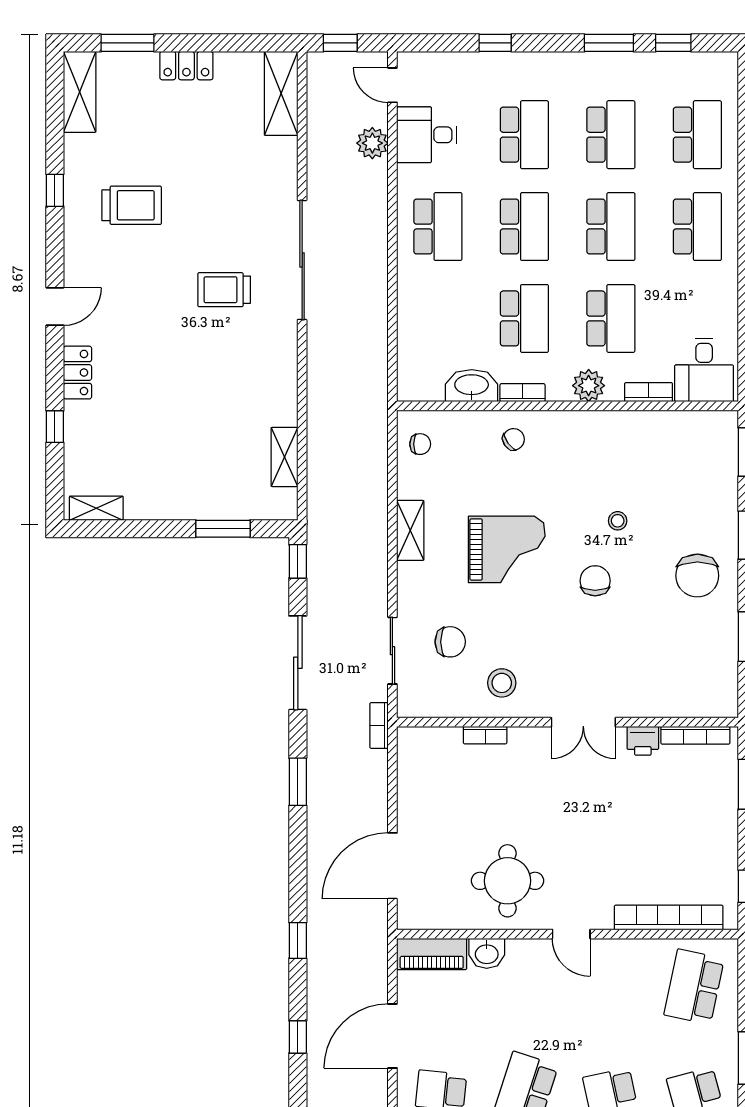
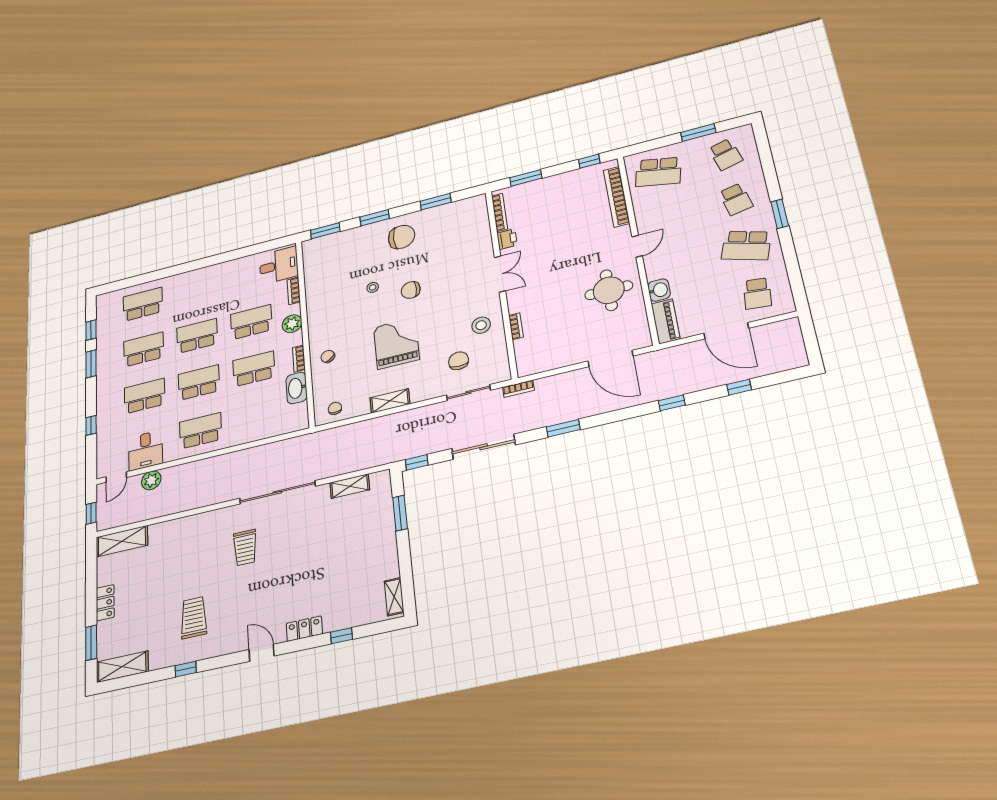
school desk: (697, 227) -> (195, 291), removed
sliding door: (302, 260) -> (277, 492), moved

